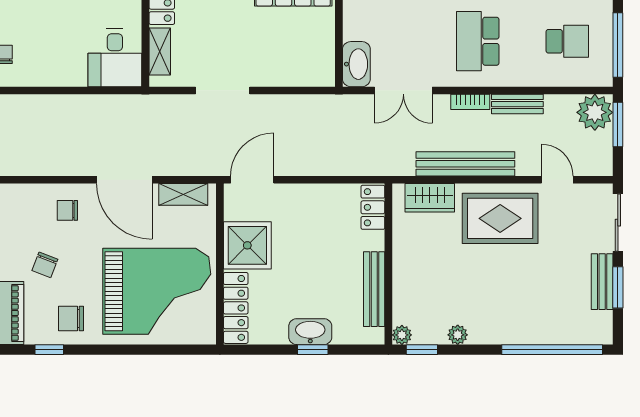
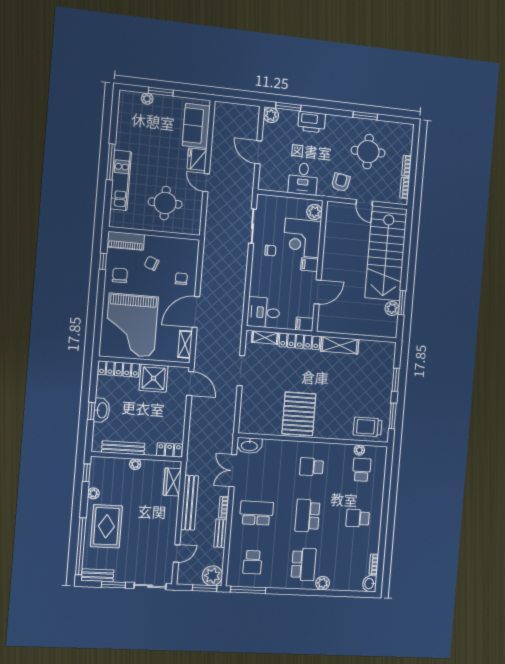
rug: (500, 218) -> (106, 526), moved
bench: (602, 282) -> (97, 575), moved
plant: (402, 335) -> (135, 464), moved

